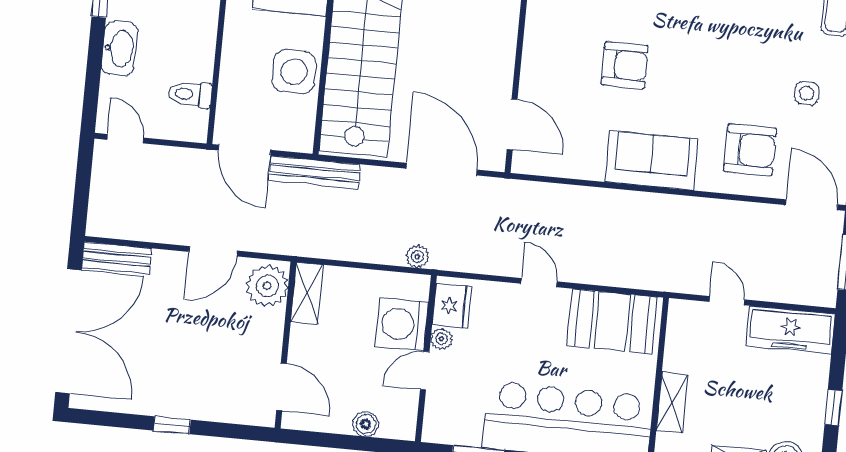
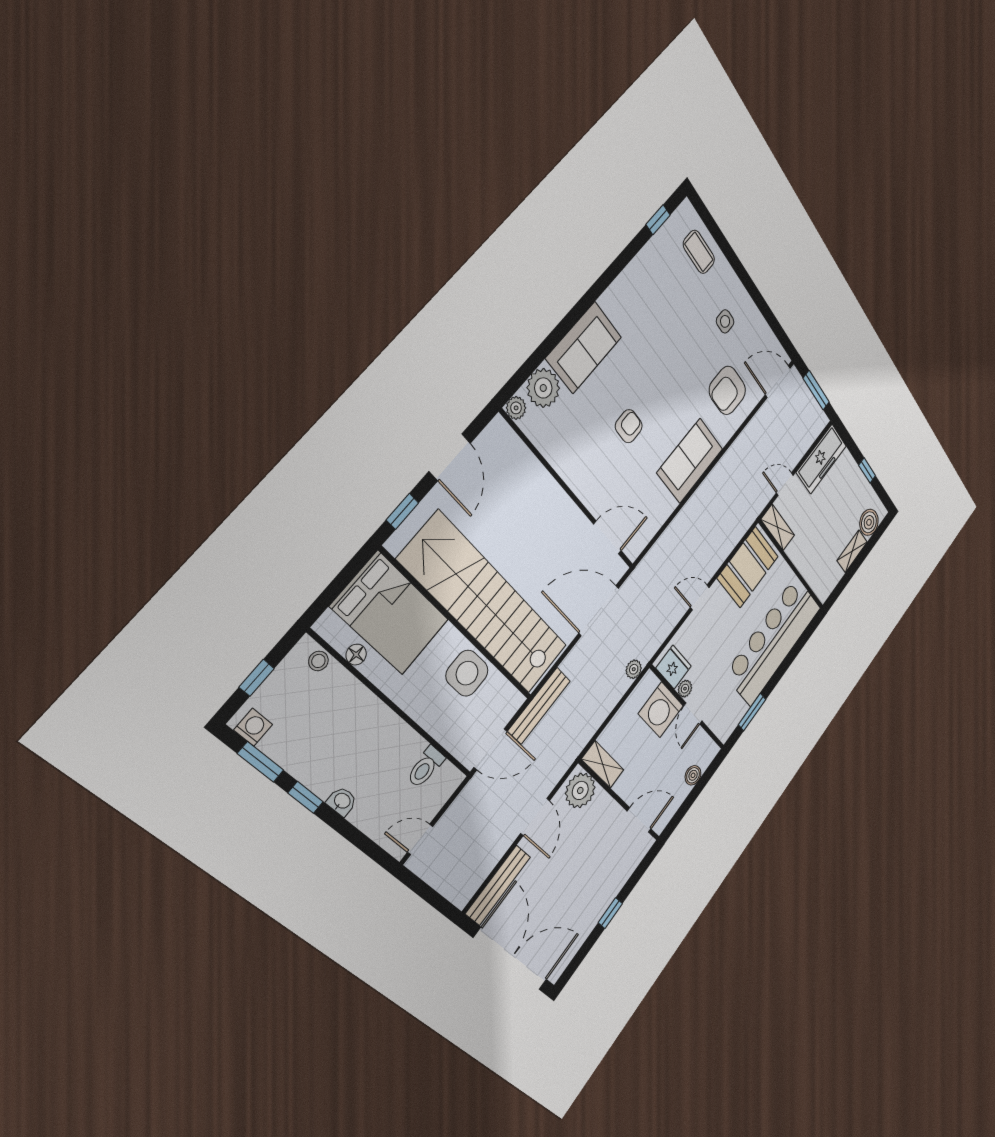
washbasin: (119, 48) -> (342, 801), width x0.52, depth x0.69
armchair: (625, 65) -> (629, 426), width x0.72, depth x0.72
armchair: (750, 150) -> (727, 390), turned 180
bench: (117, 258) -> (498, 885), width x1.36
shelving: (672, 403) -> (778, 527), moved

